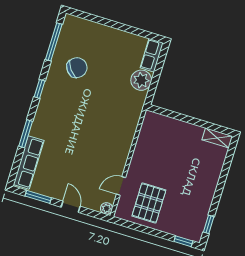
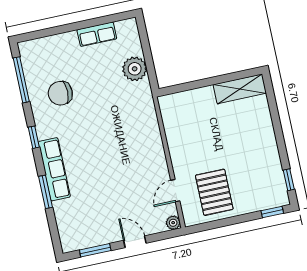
row of seats: (152, 55) -> (97, 34), moved, turned -90
chair: (77, 68) -> (60, 93), turned -142
shelving: (217, 138) -> (240, 89), width x1.50, depth x1.33
row of seats: (29, 163) -> (54, 169), moved

